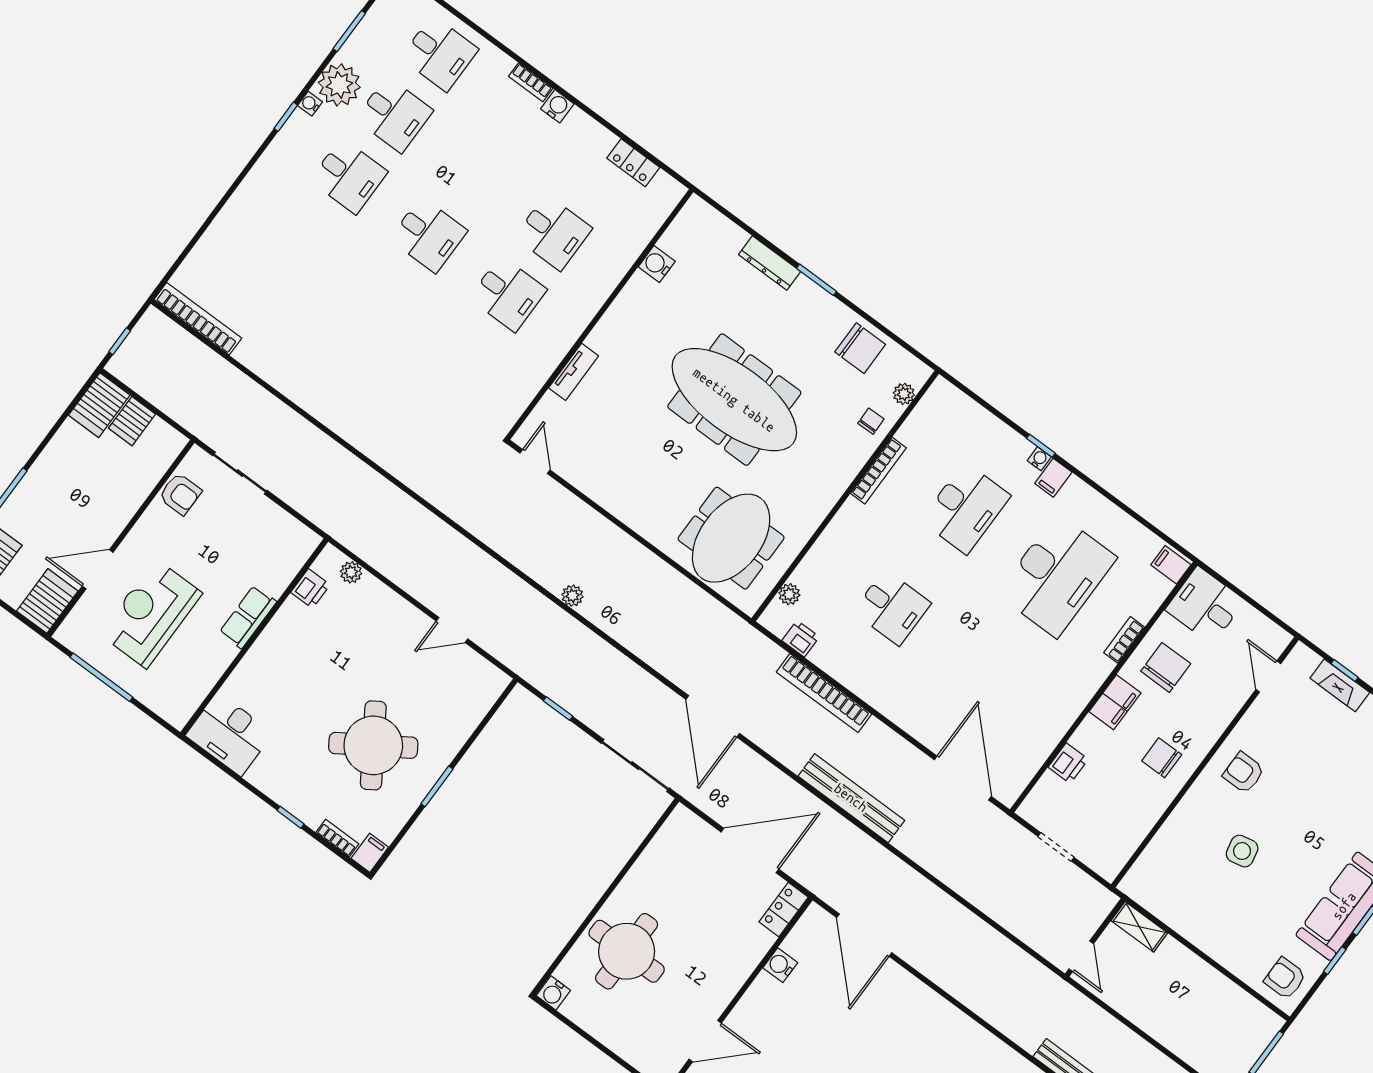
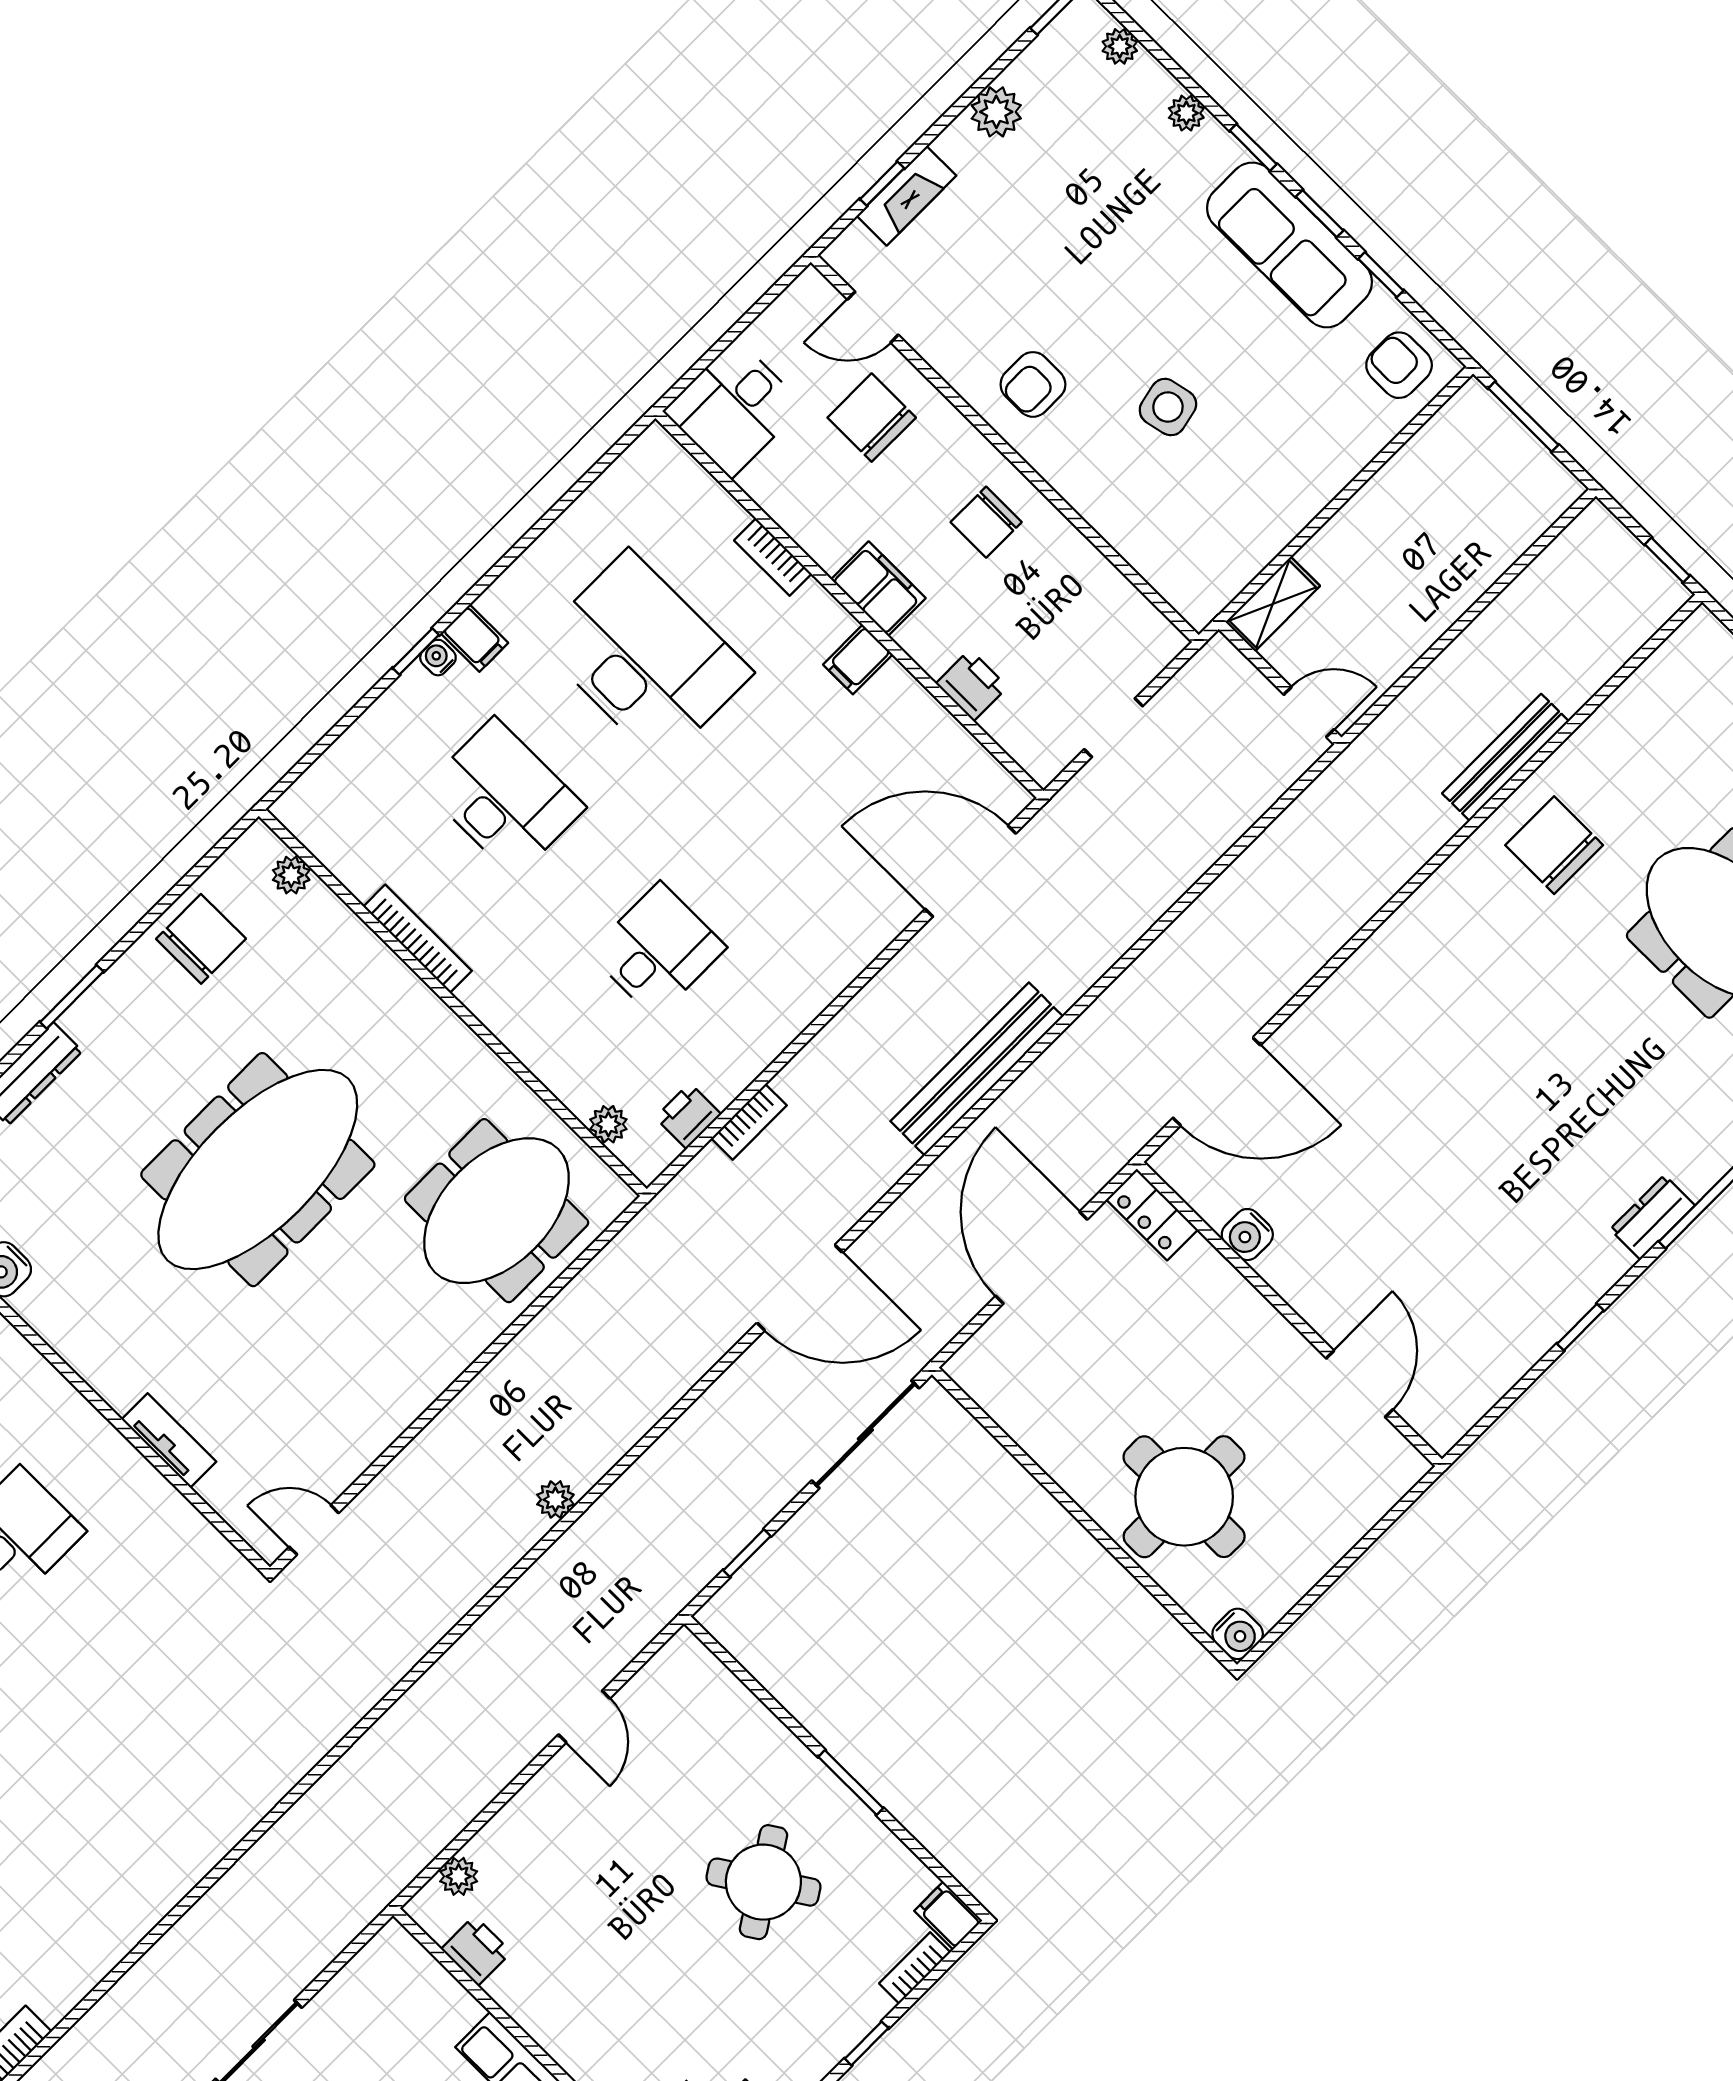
chair: (871, 421) -> (330, 939), removed
meeting table: (731, 538) -> (497, 1211), turned 90
filing cabinet: (1171, 565) -> (858, 659), moved
chair: (1166, 667) -> (872, 418), moved
bookcase: (824, 693) -> (749, 1122), width x0.43, depth x0.76
round table: (373, 745) -> (763, 1882), width x0.73, depth x0.73
armchair: (1285, 978) -> (1399, 365), turned 90

